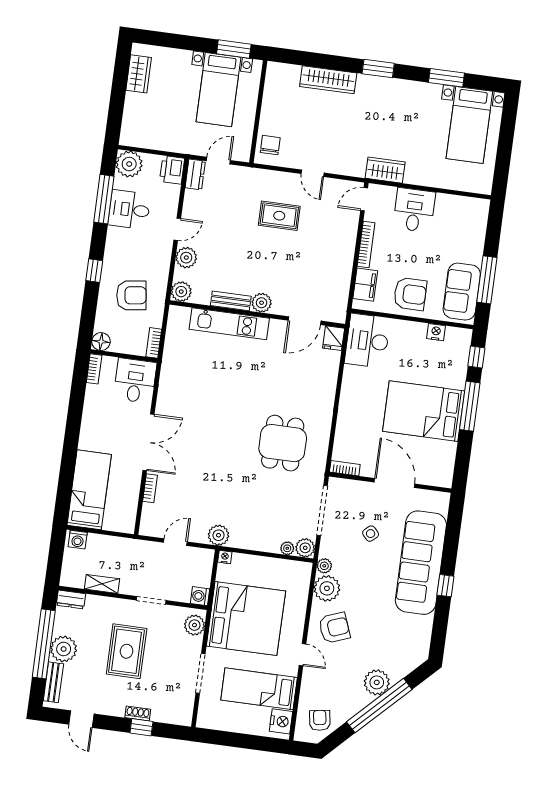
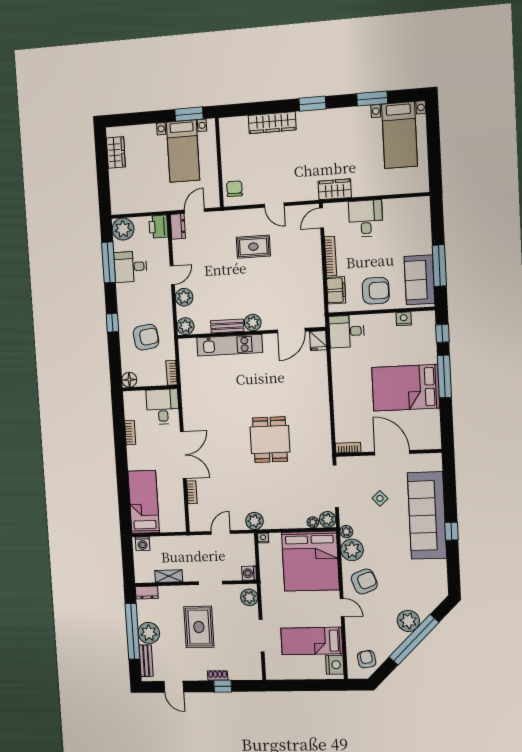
desk: (367, 341) -> (347, 331), width x0.73
bookcase: (94, 369) -> (130, 433), moved
dining table: (283, 443) -> (270, 440), moved
bed: (246, 619) -> (310, 561), moved, turned 90

